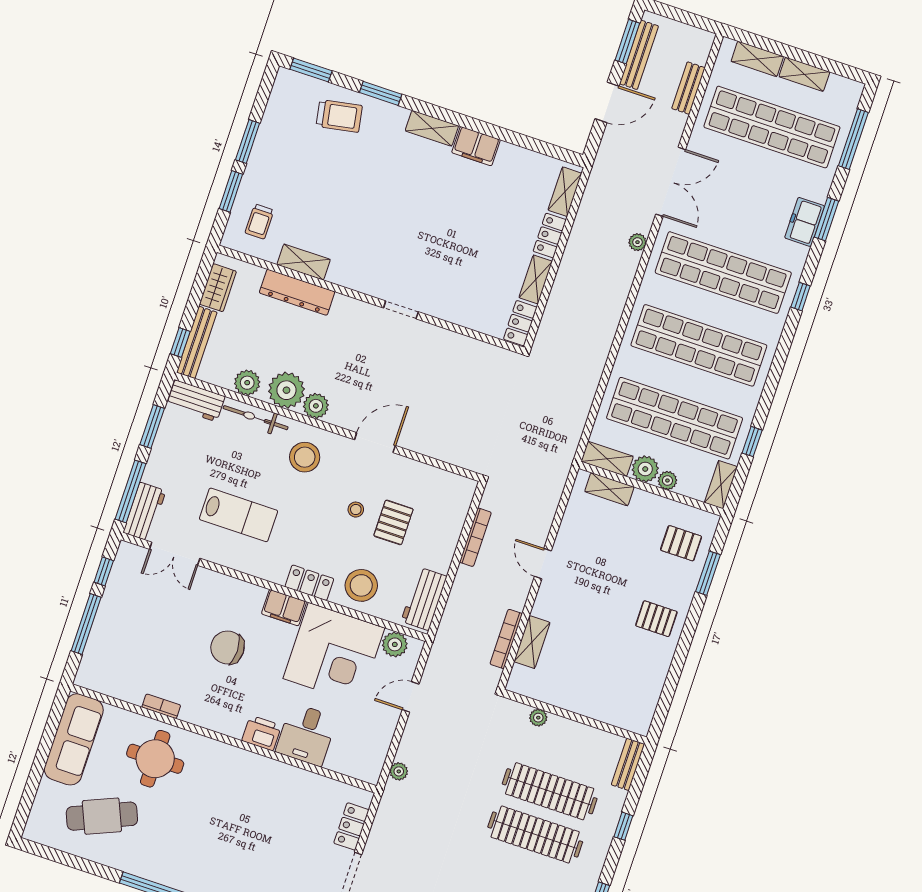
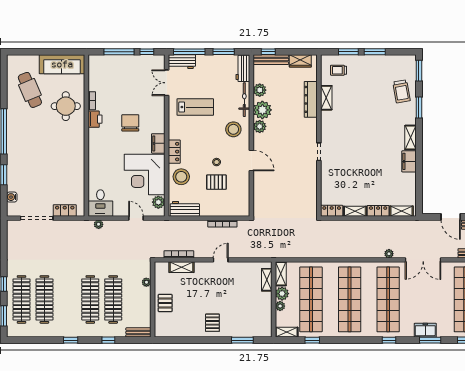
lab bench: (239, 515) -> (195, 107), turned -90
pallet: (681, 543) -> (165, 303), moved
printer: (262, 733) -> (95, 119), moved
desk: (306, 735) -> (100, 203), moved, turned -90

